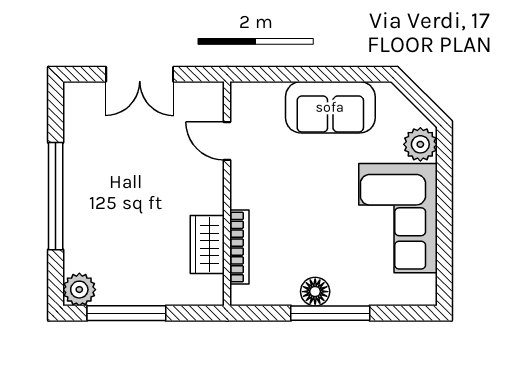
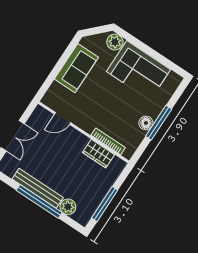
bench: (77, 178) -> (38, 188), added
plant: (79, 290) -> (68, 207), moved

